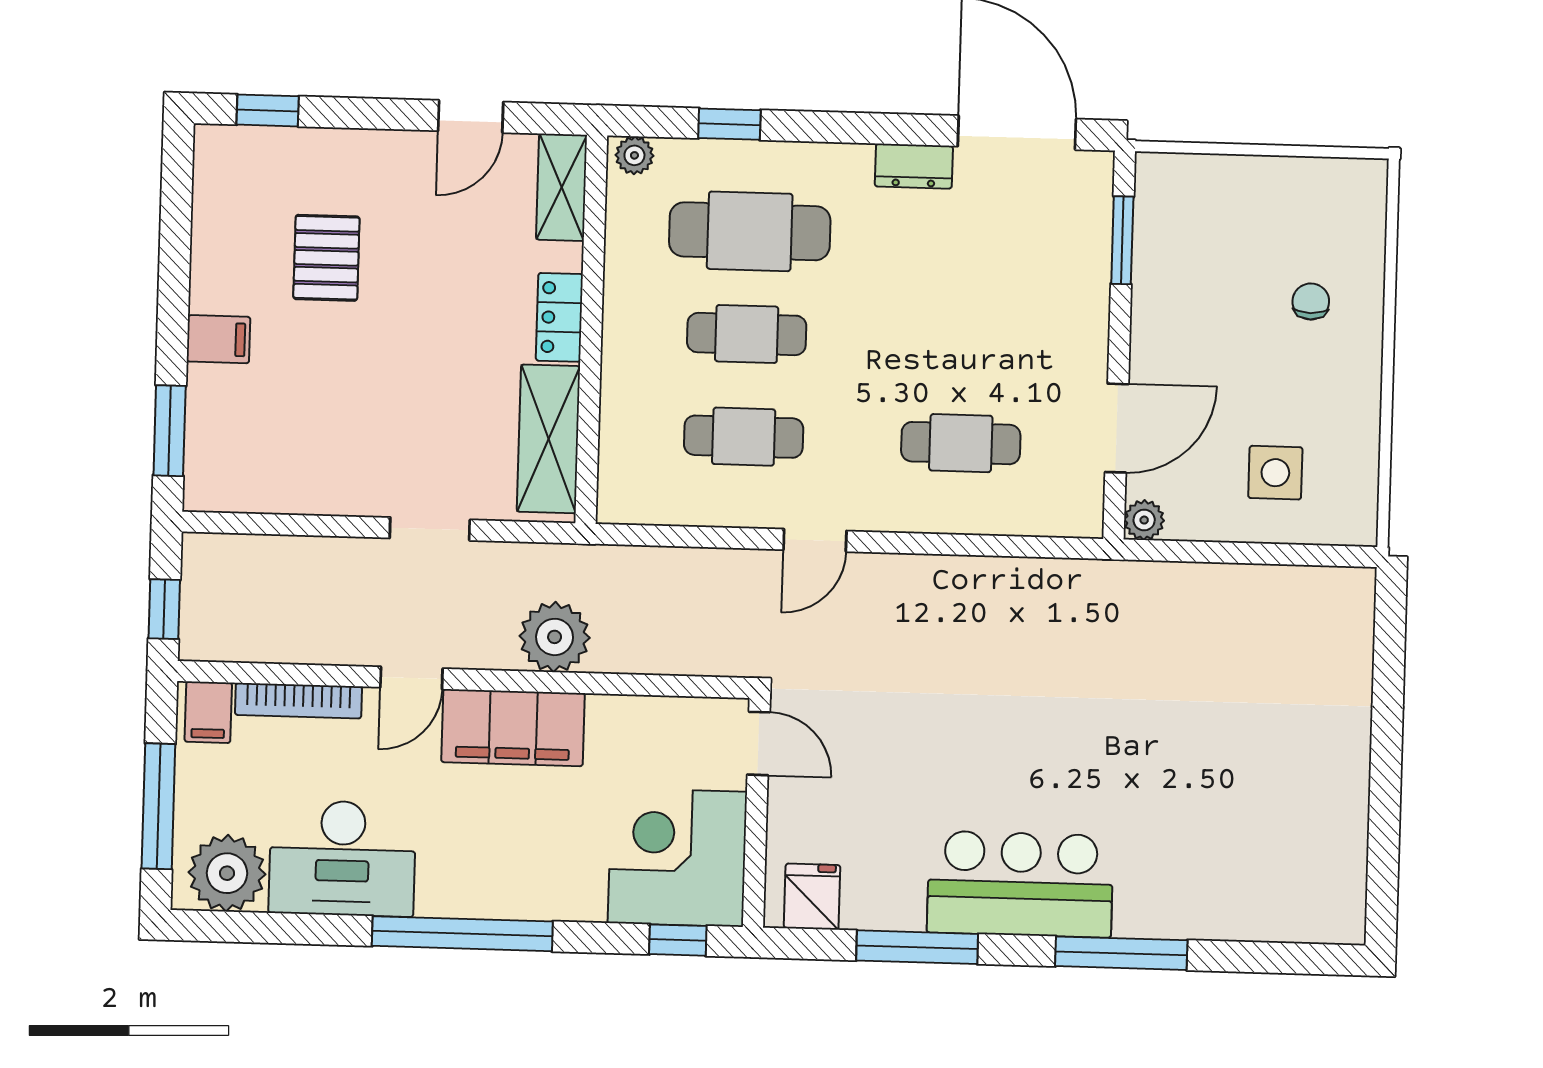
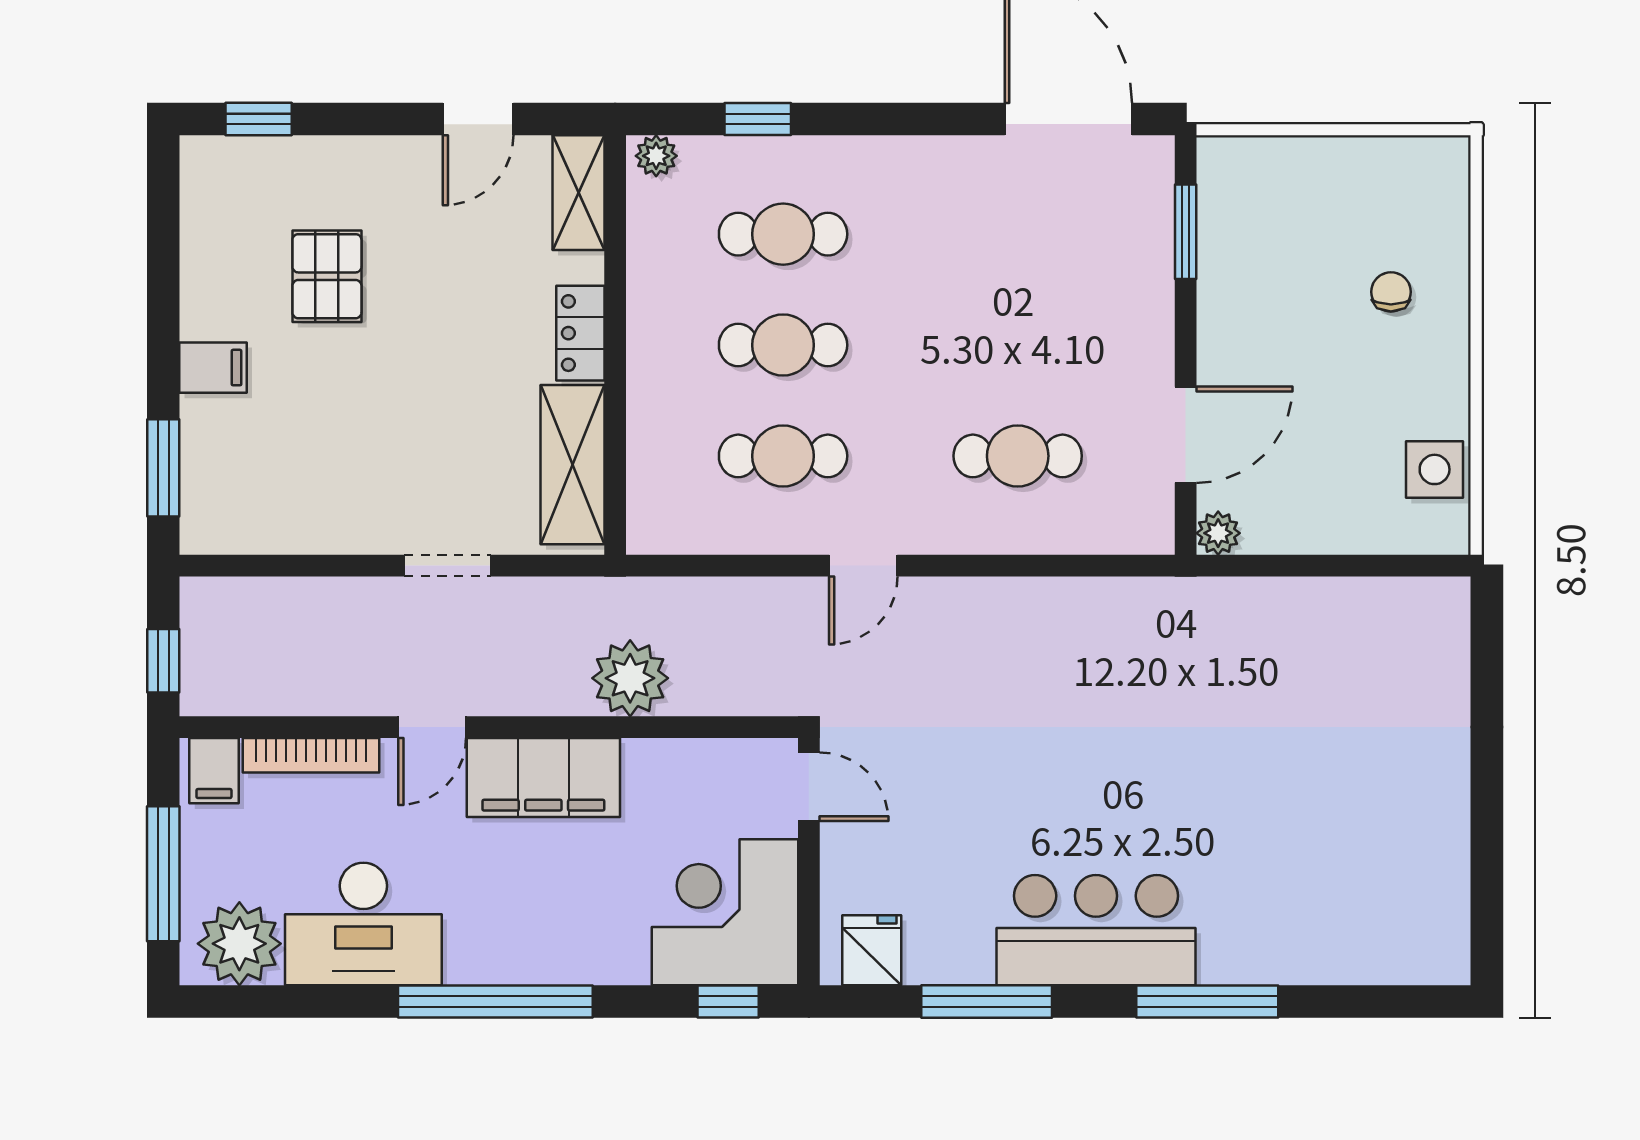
dresser: (914, 166) -> (958, 158), removed
cafe table: (750, 231) -> (783, 234), width x0.73, depth x0.74
side table: (1275, 473) -> (1435, 469), moved
plant: (555, 637) -> (630, 678), moved

